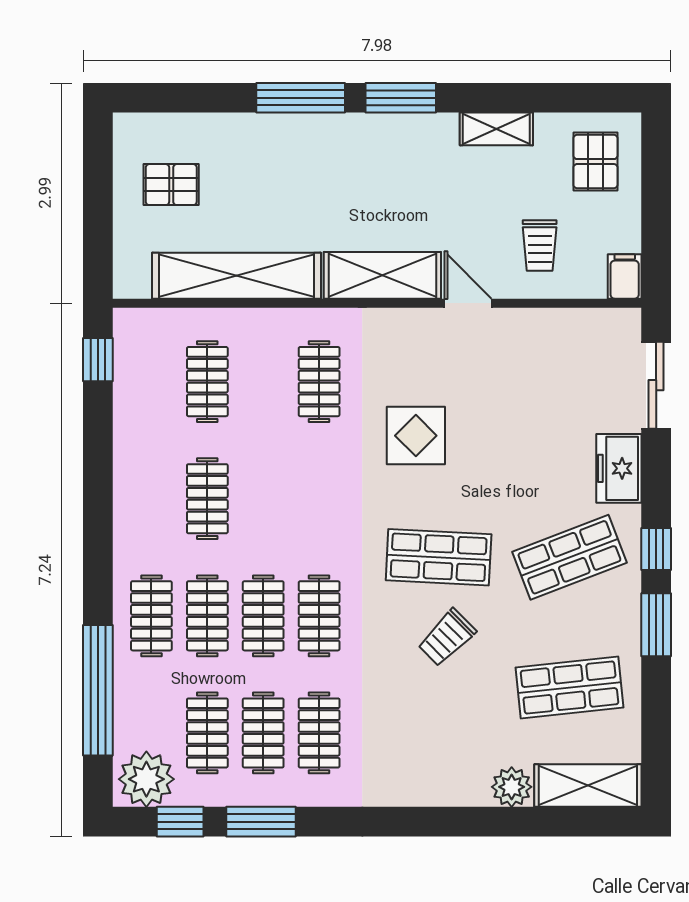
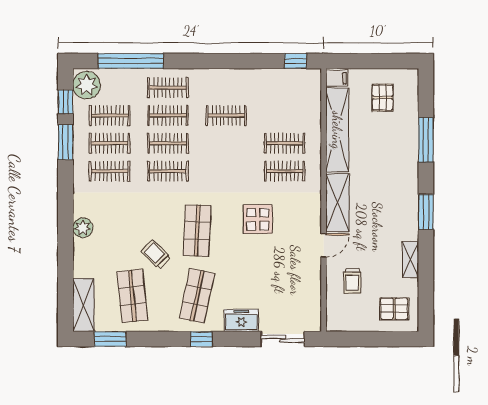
window: (301, 98) -> (426, 140), moved
trolley: (540, 245) -> (352, 281), turned -90
filing cabinet: (625, 277) -> (337, 78), moved
clothes rail: (207, 382) -> (285, 143), moved
shop shelf: (569, 557) -> (197, 296), turned 33
window: (656, 625) -> (110, 339), moved
trolley: (447, 638) -> (156, 254), moved
plant: (512, 787) -> (83, 228), moved

